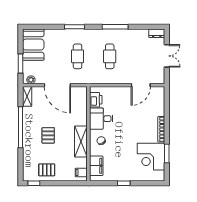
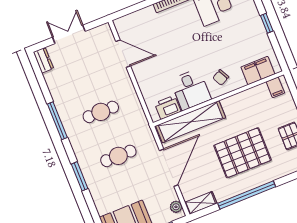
pallet: (48, 135) -> (242, 153), width x2.05, depth x2.00
shelving: (81, 141) -> (191, 122), moved, width x1.47

